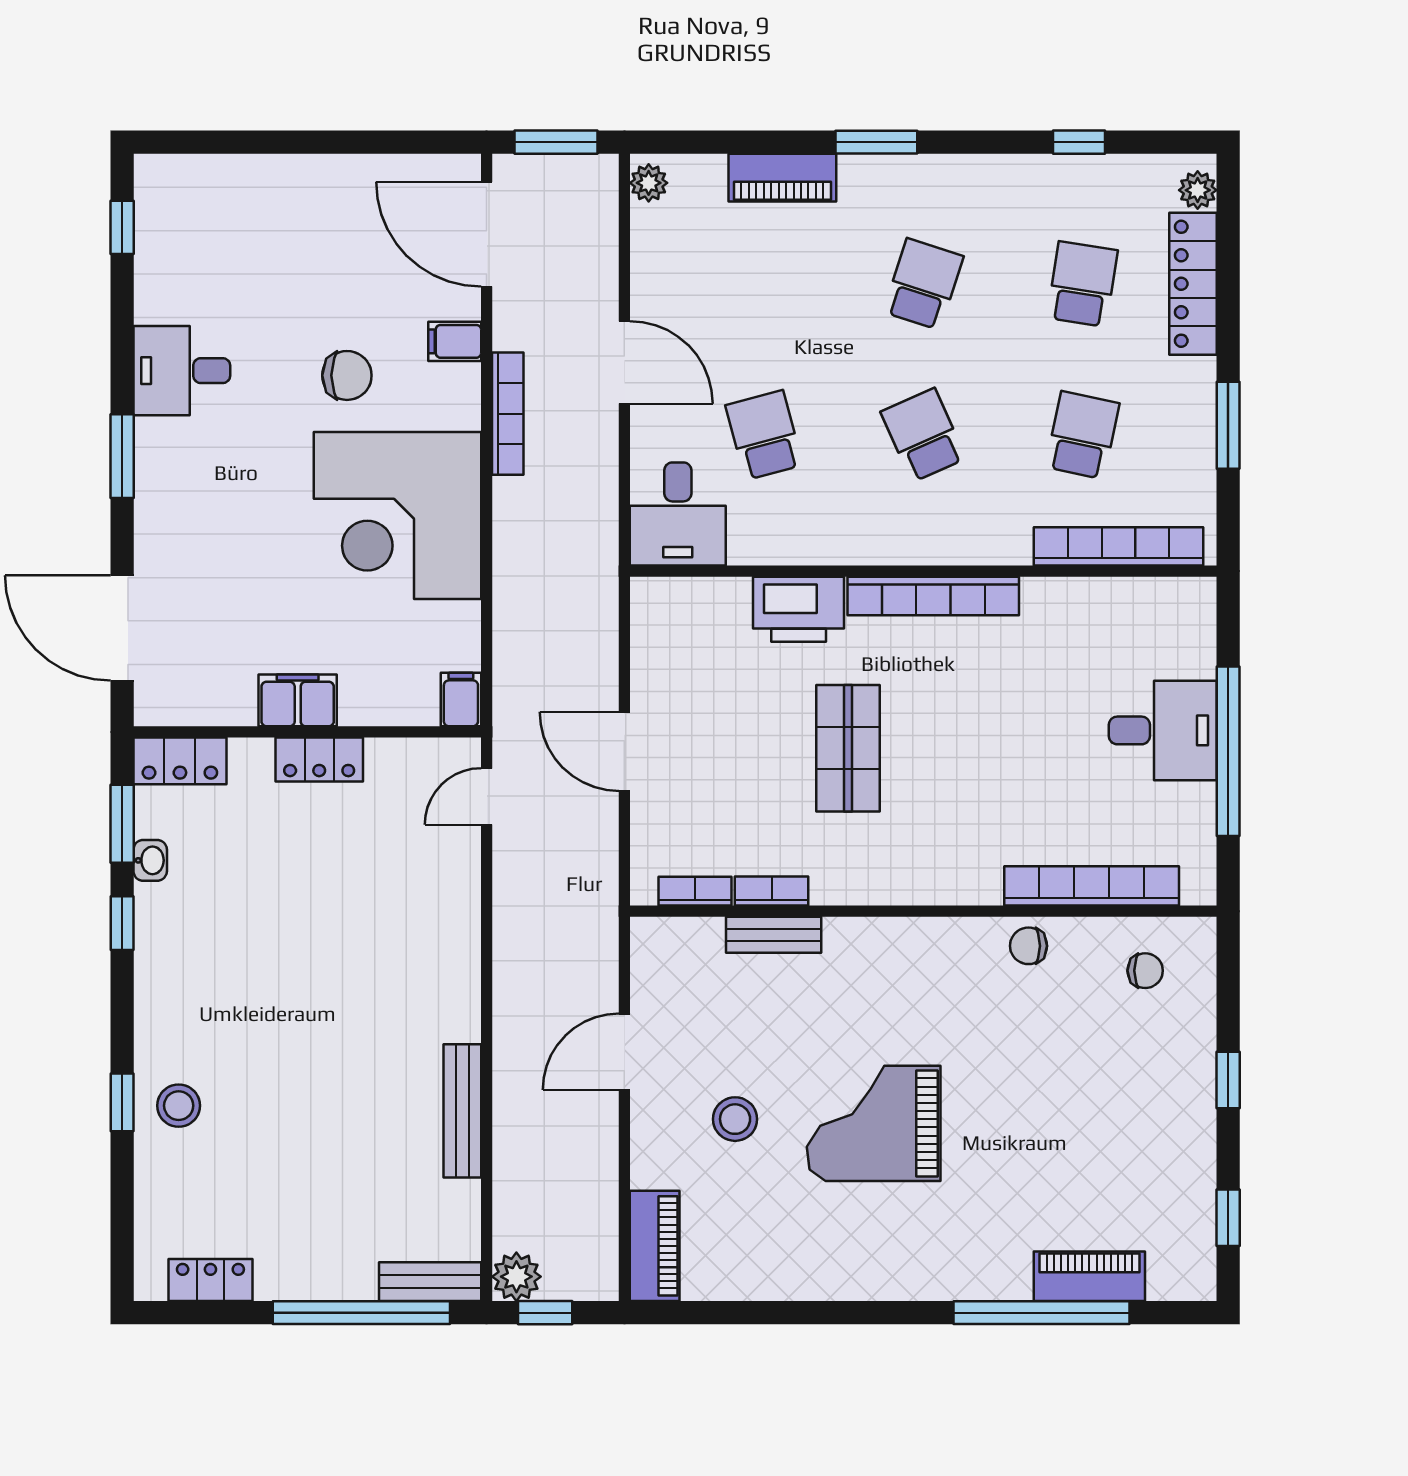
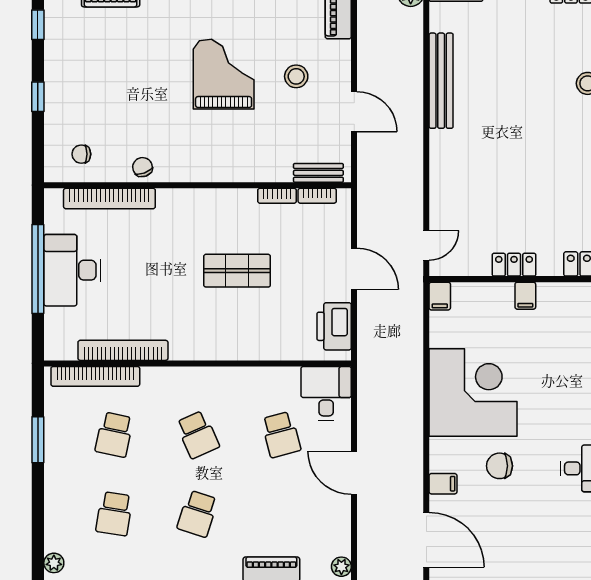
locker: (1193, 284) -> (56, 514), removed
bookcase: (508, 414) -> (415, 446), removed
bookcase: (933, 596) -> (123, 350), moved
printer: (799, 609) -> (334, 326), moved, turned -90
filing cabinet: (298, 700) -> (525, 296), width x0.50
desk: (1163, 730) -> (72, 270), width x1.37
shop shelf: (848, 748) -> (237, 271), turned 90
bench: (774, 935) -> (318, 173), moved
chair: (1028, 946) -> (143, 167), turned -110
door: (624, 1052) -> (354, 112), hinge flipped
bench: (462, 1111) -> (441, 81), width x1.37, depth x1.21
grand piano: (874, 1123) -> (224, 74), turned -90

